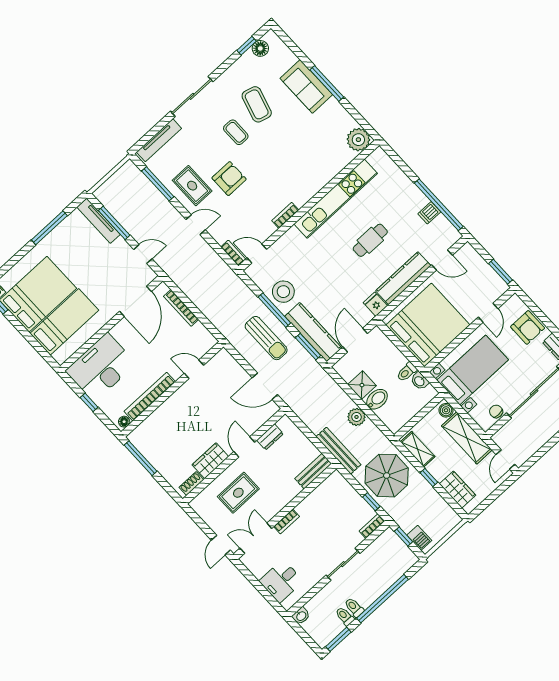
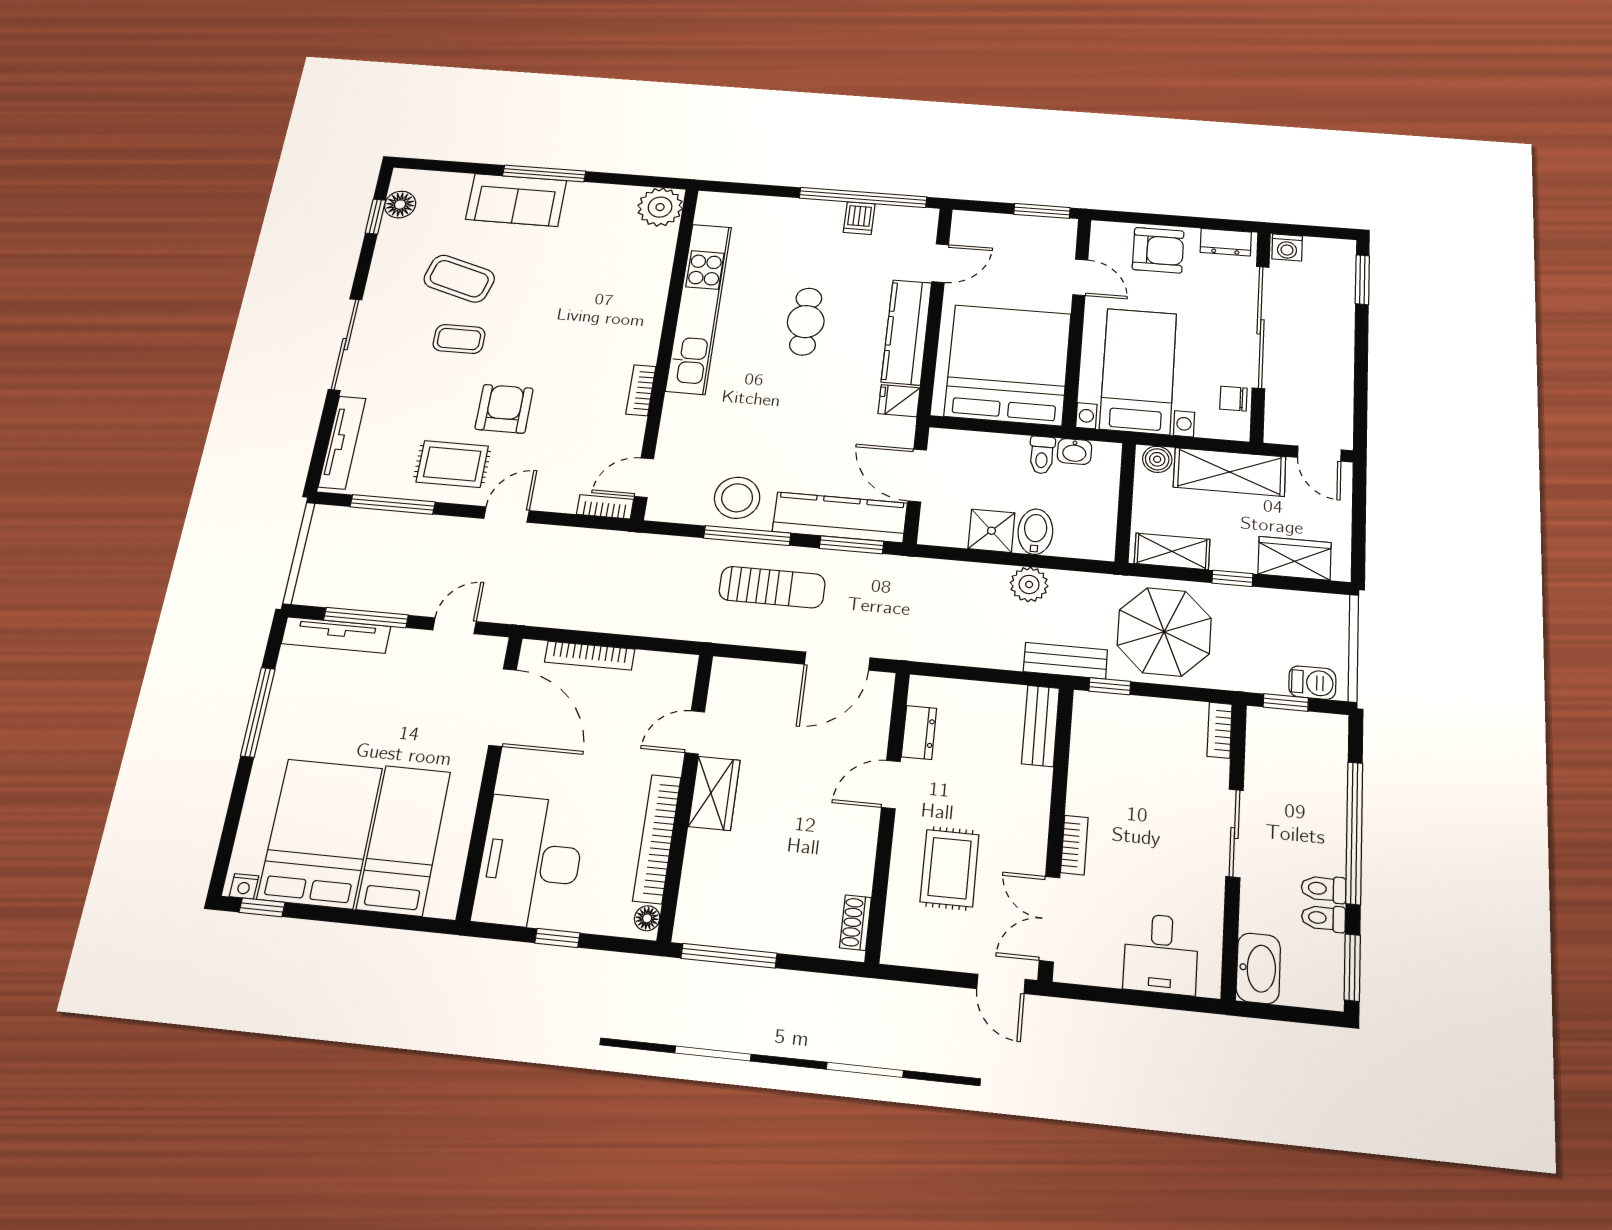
door: (244, 447) -> (891, 785), hinge flipped
bench: (338, 451) -> (1065, 661), width x0.73
wardrobe: (210, 461) -> (714, 793), moved, turned 180
window: (371, 502) -> (1110, 686), moved
washbasin: (301, 616) -> (1258, 968), width x1.91, depth x1.45

